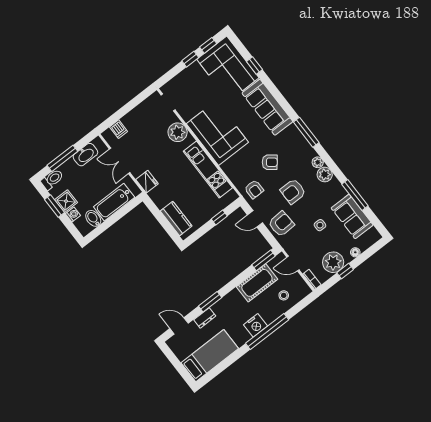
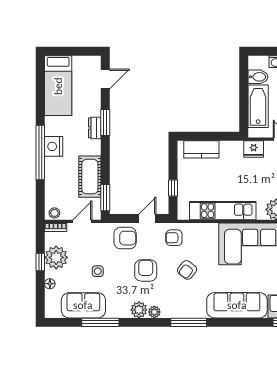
armchair: (281, 224) -> (125, 238), turned -87
stool: (284, 295) -> (54, 213), moved
dresser: (205, 318) -> (95, 128), moved

